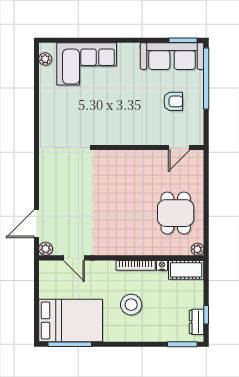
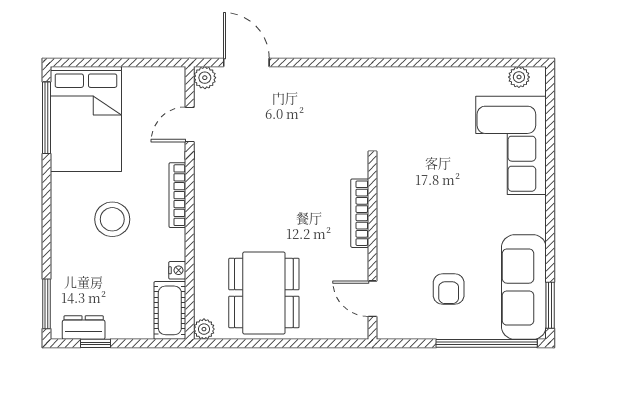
bookcase: (127, 155) -> (360, 213), added
dining table: (176, 213) -> (264, 293), width x1.38
bookcase: (136, 265) -> (177, 195), moved

